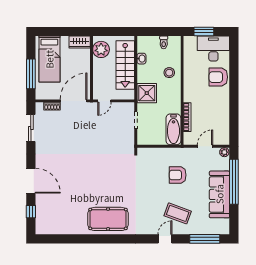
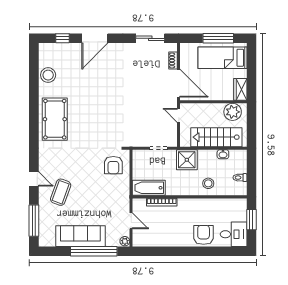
desk: (213, 49) -> (234, 234), width x0.73
window: (31, 74) -> (218, 38), moved
armchair: (178, 175) -> (113, 165), moved, turned 180
stool: (66, 225) -> (48, 75), added

